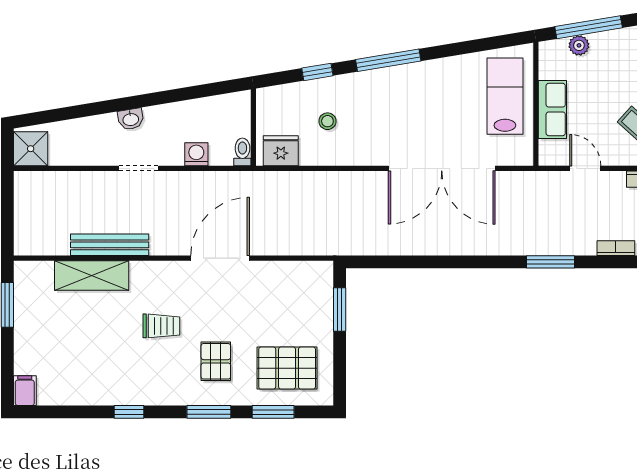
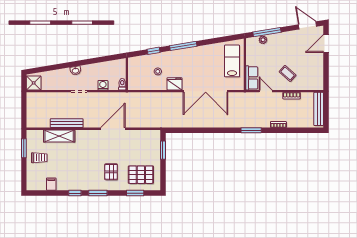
row of seats: (552, 110) -> (252, 78), moved
fridge: (281, 151) -> (175, 84), moved
trolley: (161, 326) -> (39, 158), moved
filing cabinet: (25, 391) -> (51, 184), moved
window: (209, 412) -> (98, 193), moved

